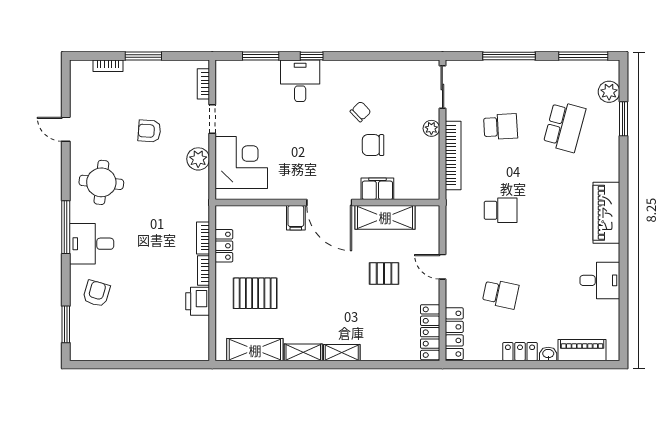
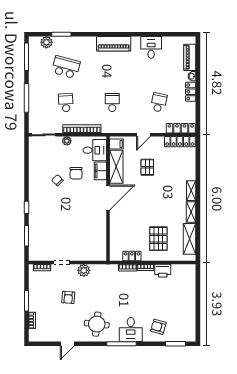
desk: (300, 81) -> (95, 150), moved, turned 180
corner desk: (241, 162) -> (86, 246), removed
filing cabinet: (296, 218) -> (116, 144), moved

